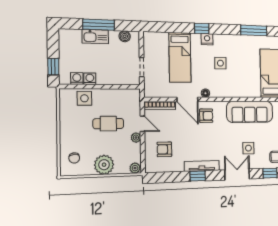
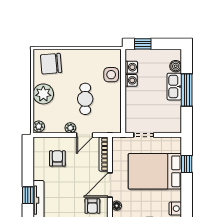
window: (202, 29) -> (187, 164), moved
boiler: (125, 36) -> (176, 66), moved
bed: (180, 57) -> (155, 171), width x1.50
chair: (74, 158) -> (51, 64), width x1.87, depth x1.87

